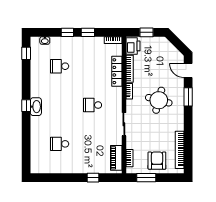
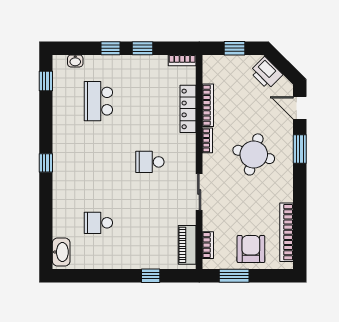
printer: (133, 46) -> (266, 73), moved, turned 135
school desk: (60, 66) -> (98, 101), width x1.85
washbasin: (36, 107) -> (61, 252), moved

